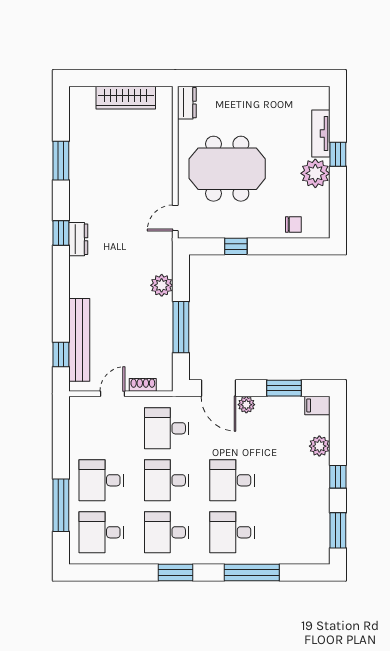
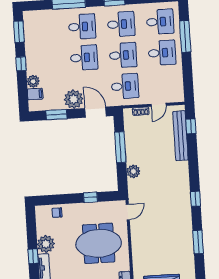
dresser: (78, 239) -> (185, 196), removed
plant: (246, 405) -> (74, 99), width x1.88, depth x1.88
filing cabinet: (317, 405) -> (35, 94), moved

